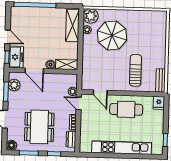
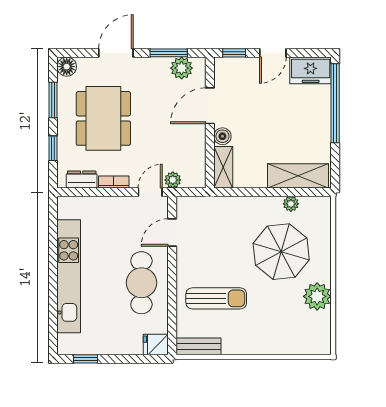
plant: (91, 16) -> (317, 296), moved
freezer: (16, 57) -> (311, 70), moved
dining table: (39, 127) -> (103, 118), turned 90

